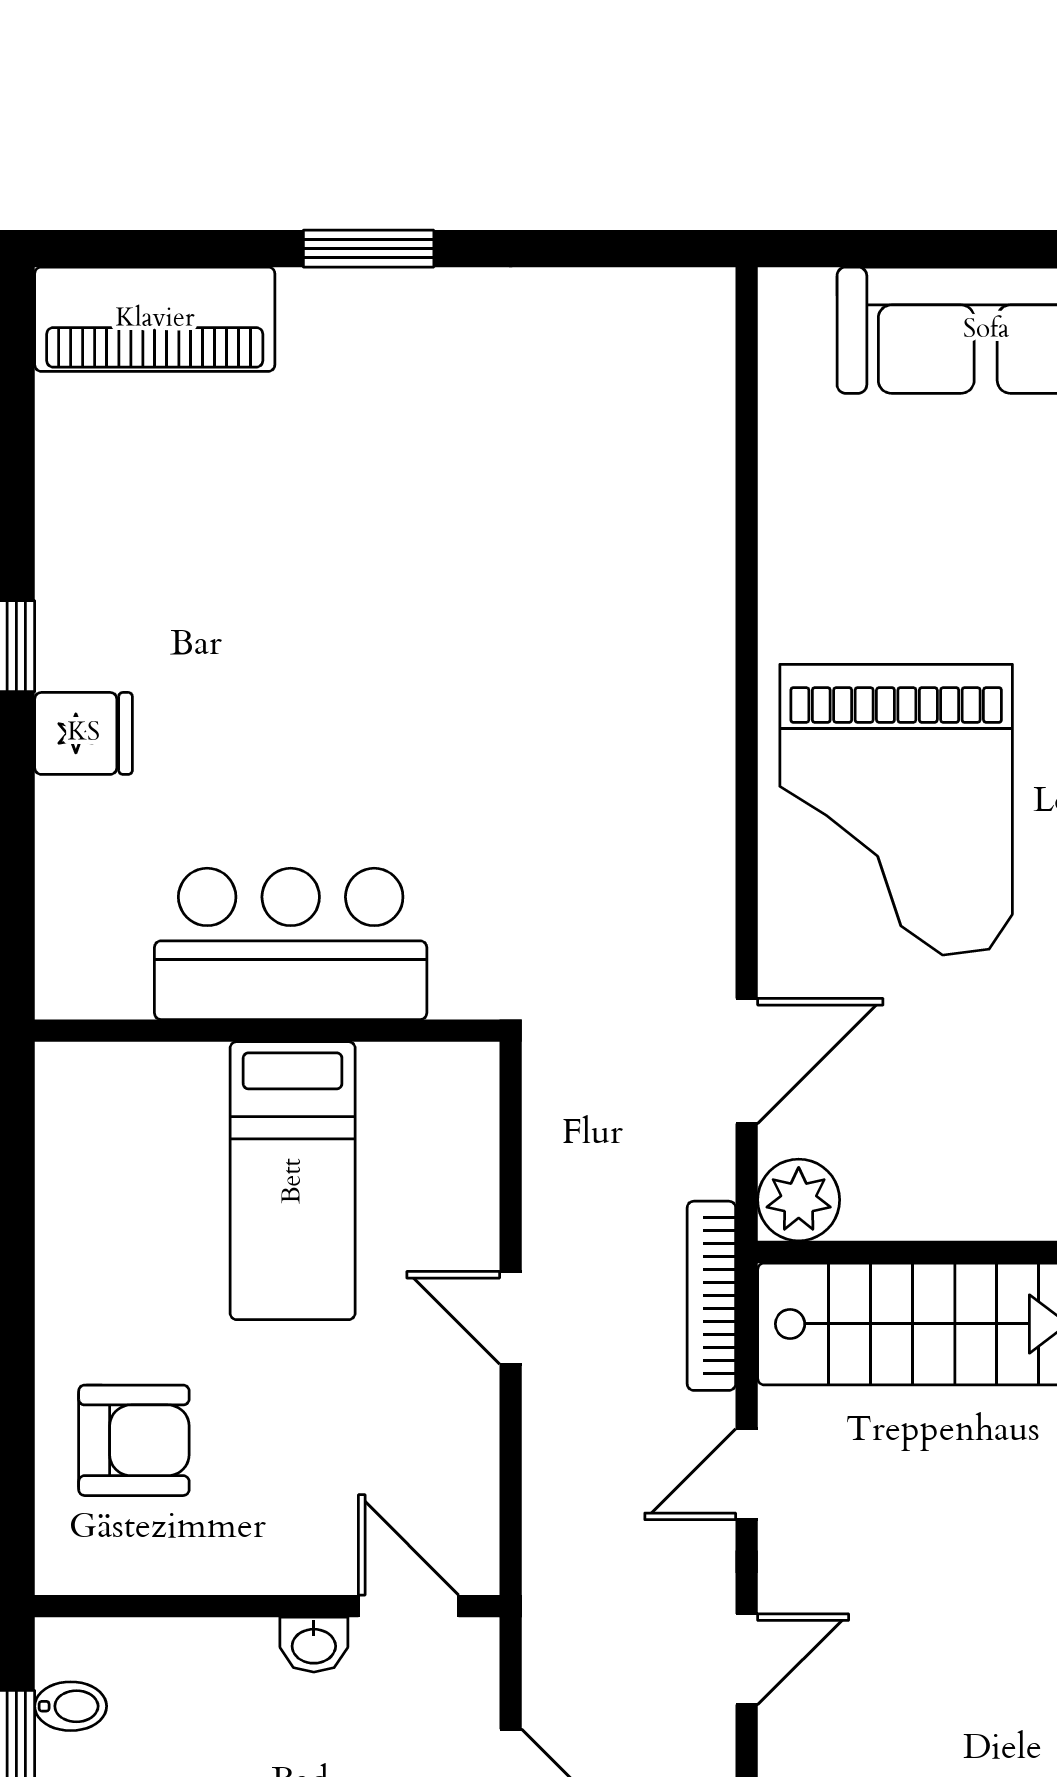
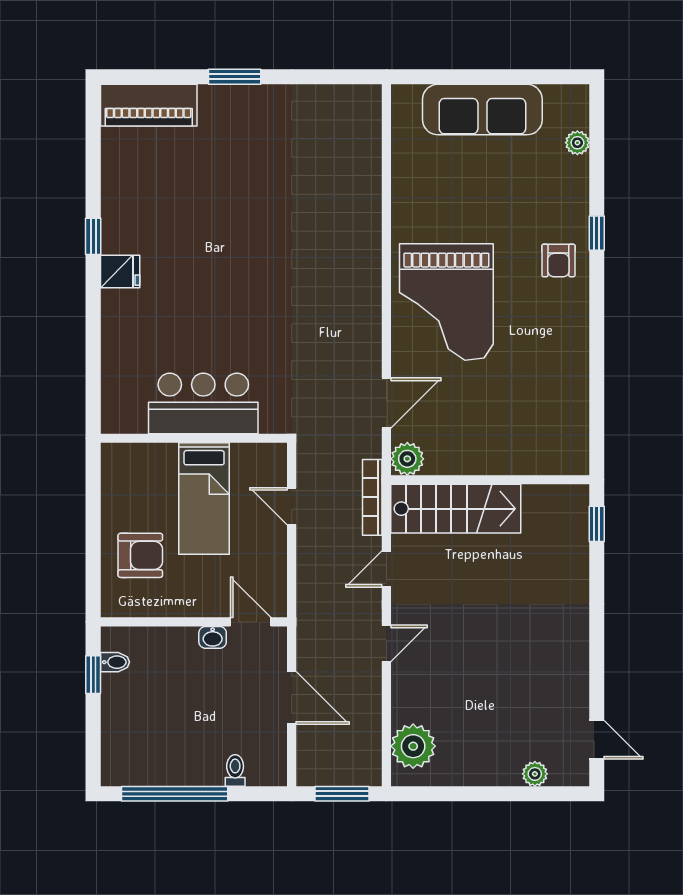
bar counter: (291, 944) -> (203, 403), moved
wall: (267, 1031) -> (194, 438), moved
bed: (293, 1181) -> (204, 498), moved

